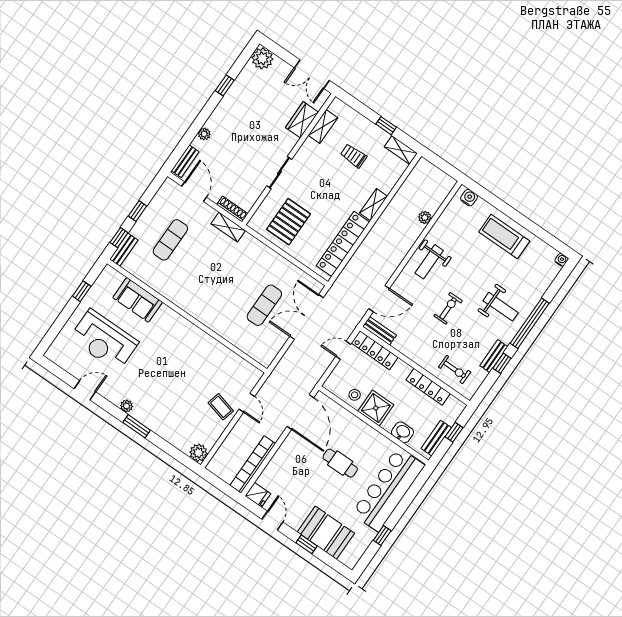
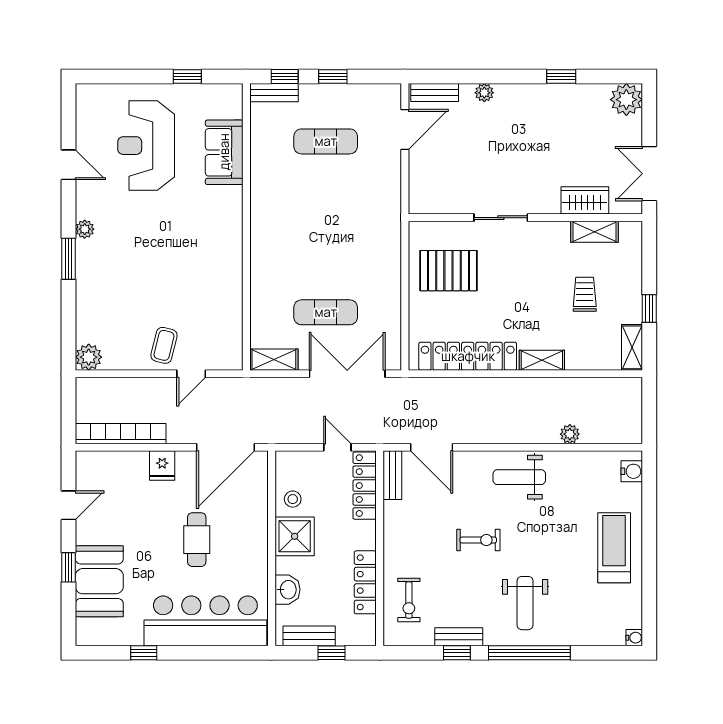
shoe rack: (232, 209) -> (416, 191), removed
shelving: (228, 227) -> (274, 360), moved, turned 90
fridge: (258, 495) -> (162, 466), moved

